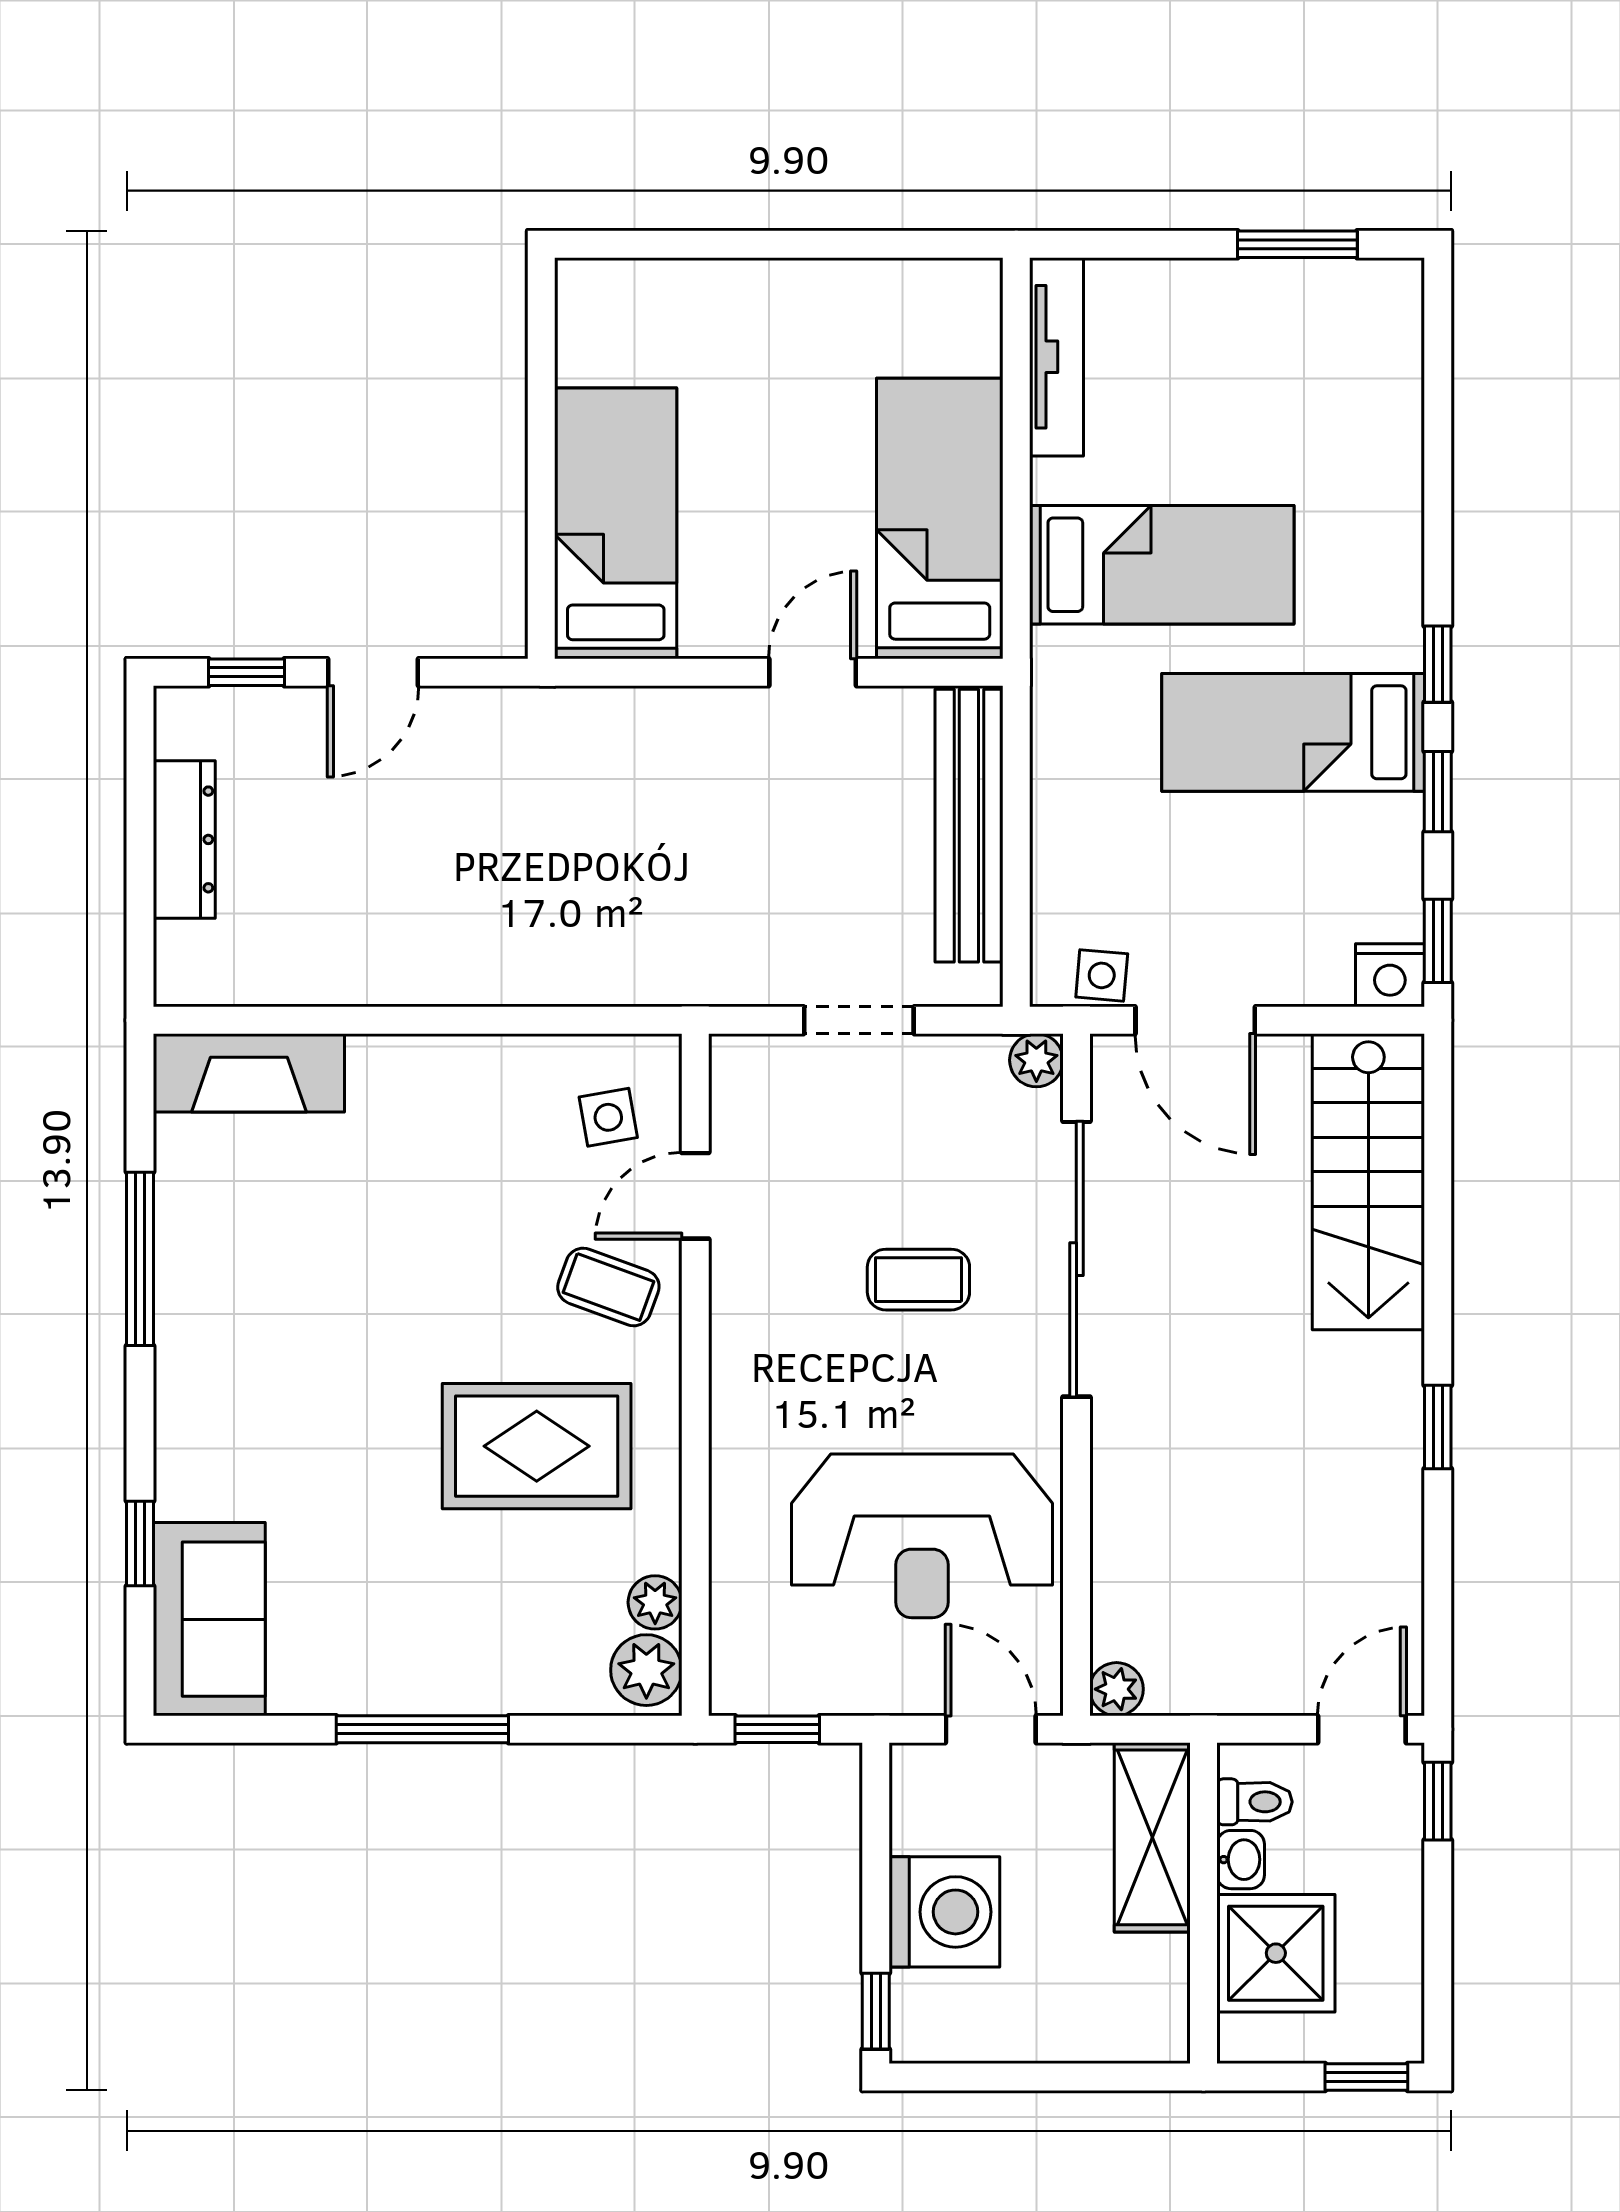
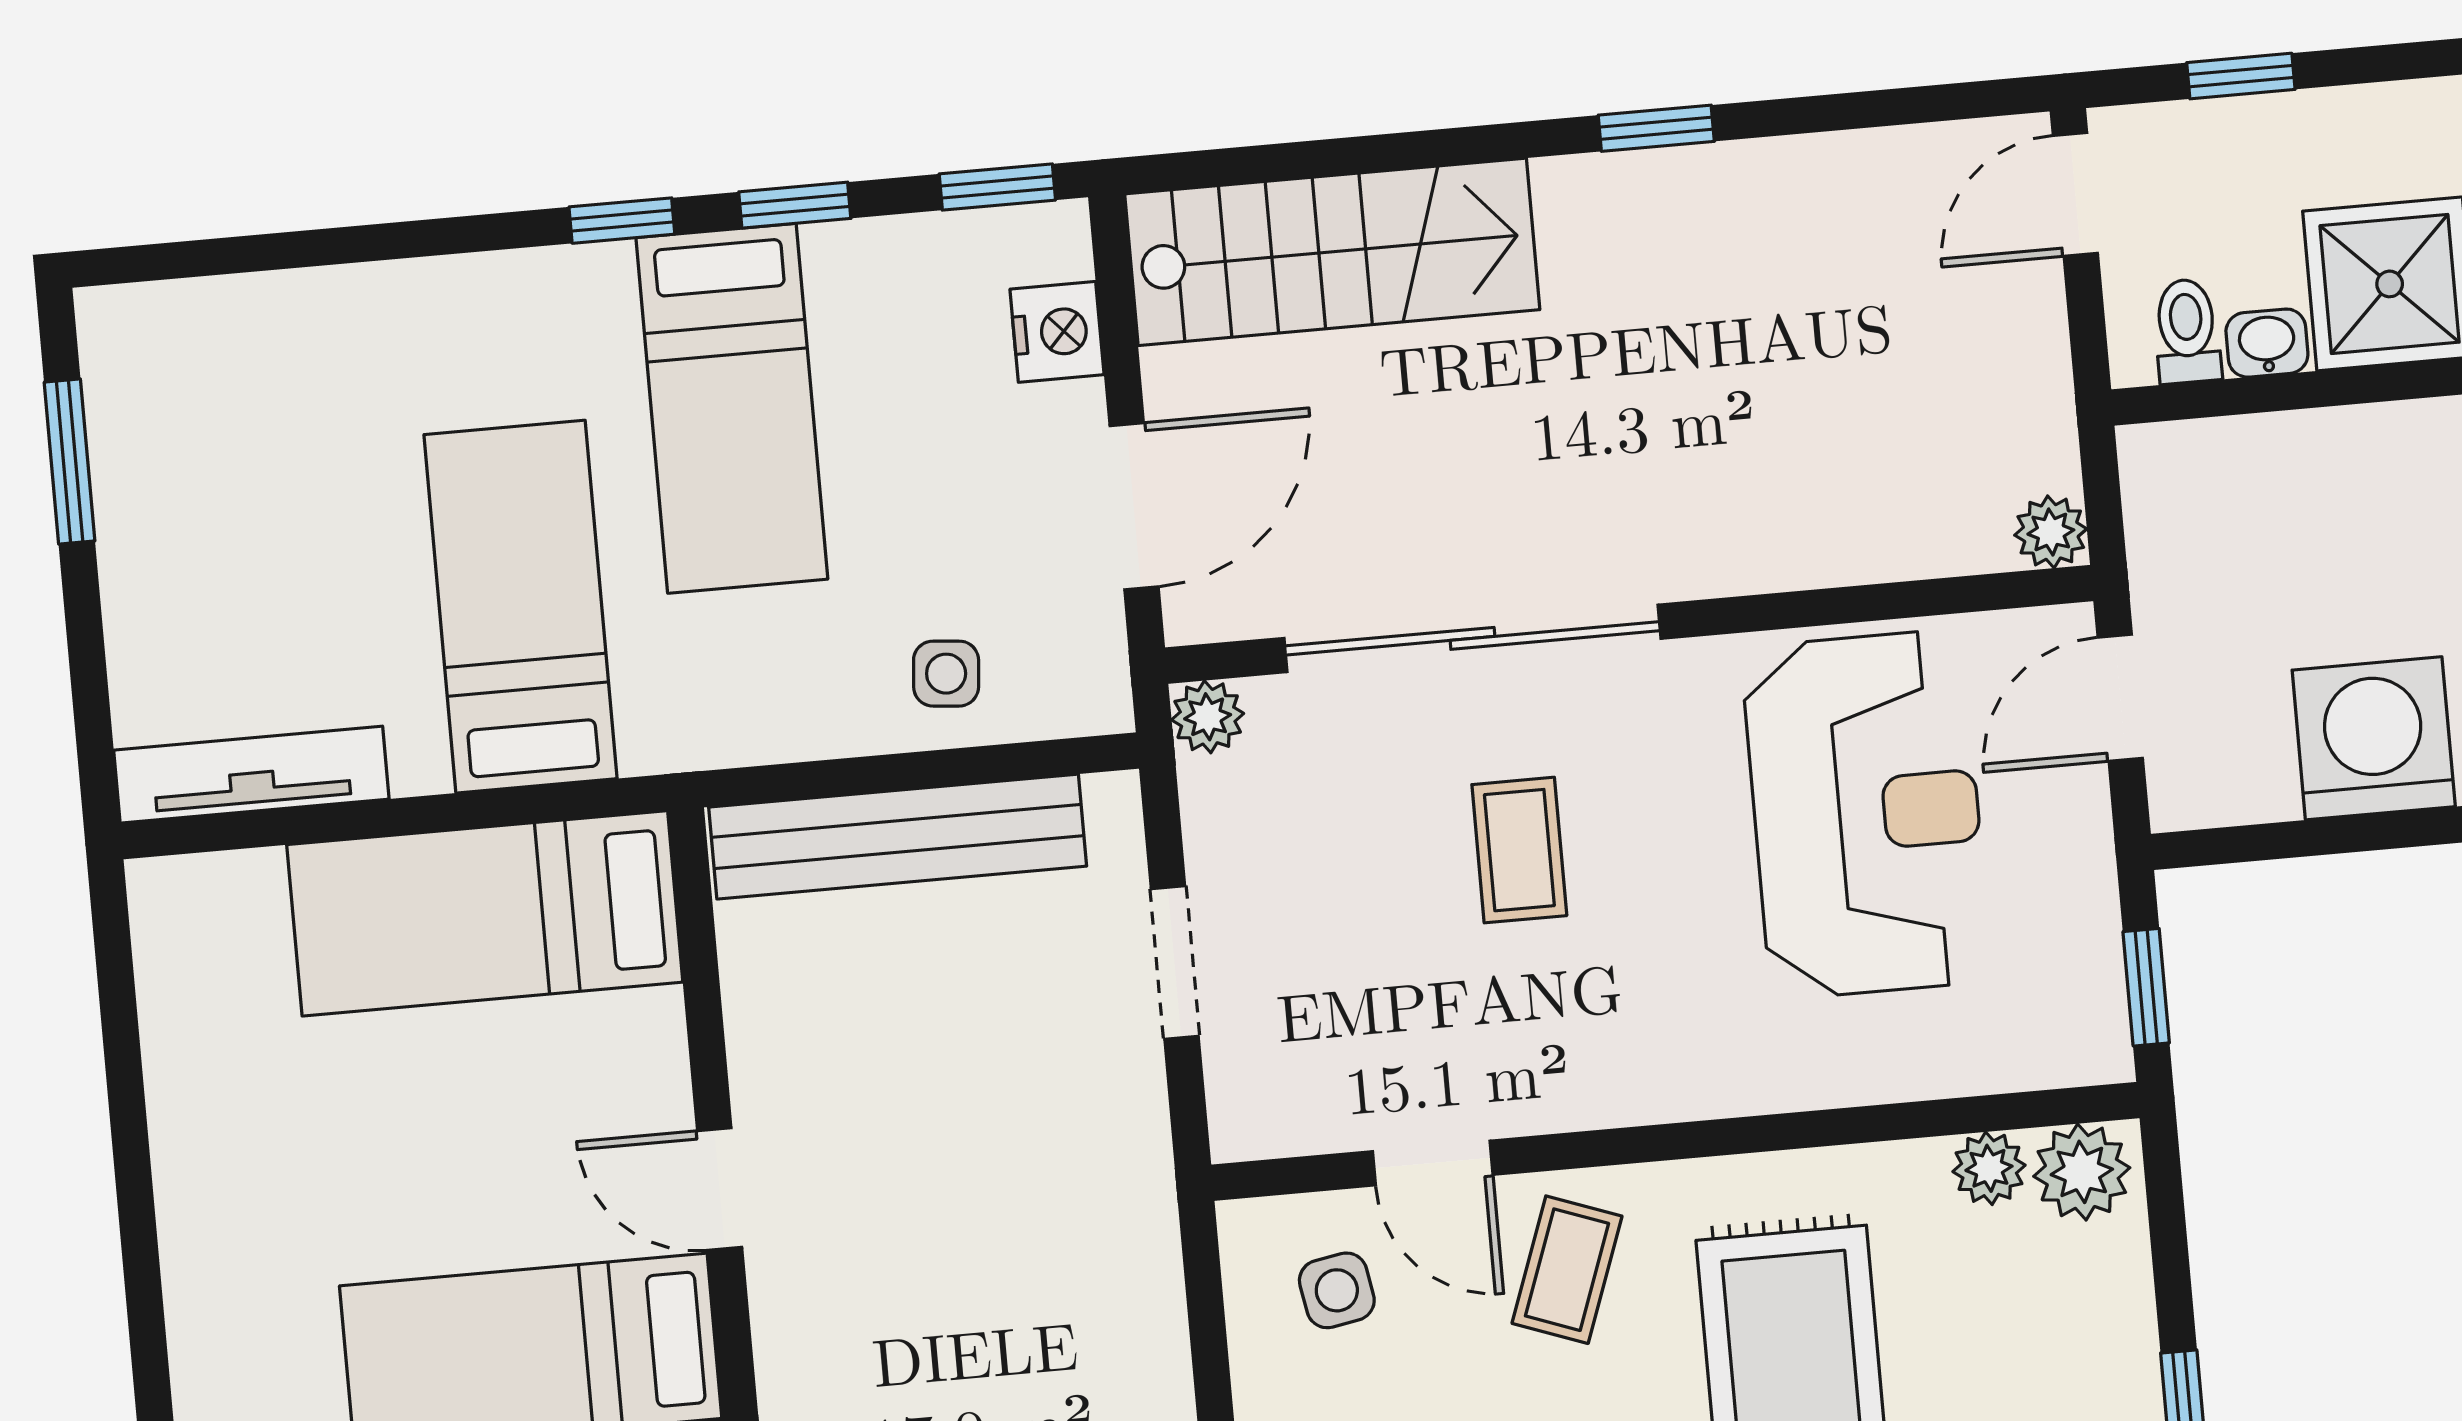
door: (813, 672) -> (720, 1189), moved
side table: (1102, 975) -> (946, 674), moved
nightstand: (1390, 975) -> (1057, 332), moved
door: (1362, 1729) -> (2075, 194), hinge flipped
window: (1438, 1801) -> (2241, 76), moved
shelving: (1152, 1837) -> (2248, 466), removed

